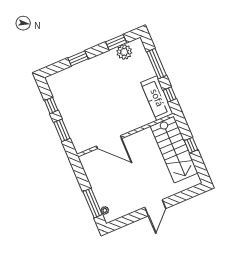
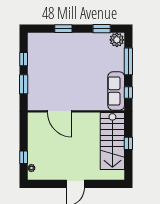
plant: (124, 52) -> (117, 40), moved
window: (93, 203) -> (24, 157), width x0.46

